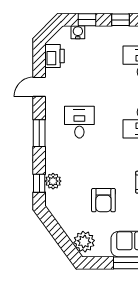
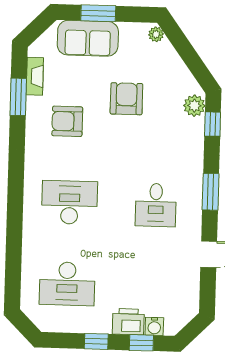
printer: (55, 56) -> (128, 322), moved, turned 90
plant: (53, 181) -> (194, 106), moved
plant: (84, 242) -> (156, 34), width x0.53, depth x0.53

